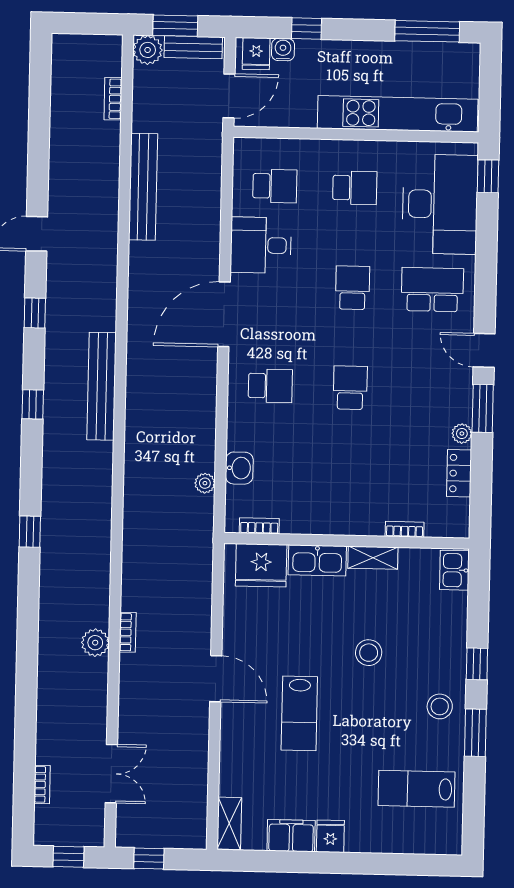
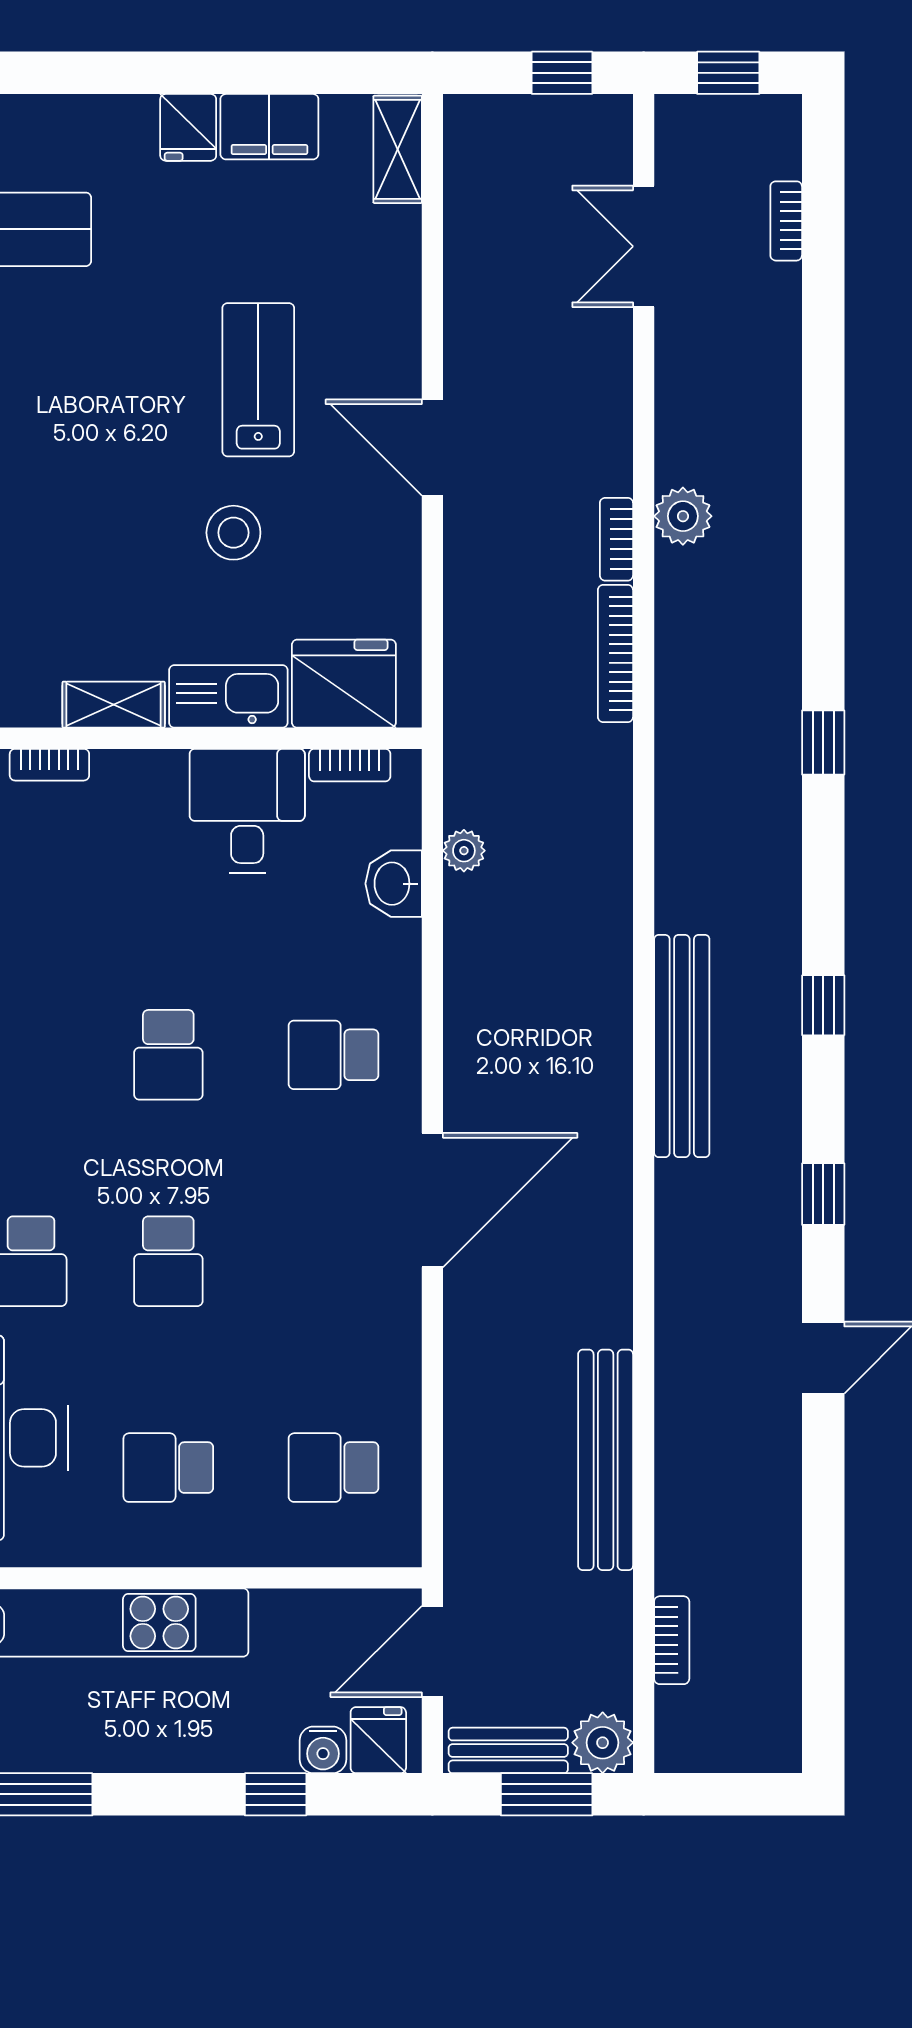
desk: (261, 245) -> (247, 811), moved, turned -90
bookcase: (129, 577) -> (615, 653), added
stool: (369, 653) -> (233, 533), moved

